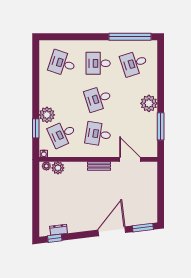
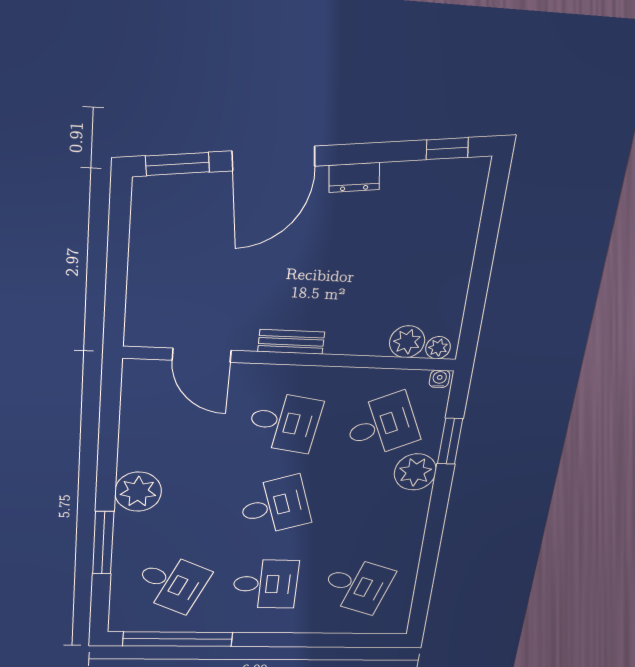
desk: (134, 63) -> (172, 583), turned 42
window: (161, 126) -> (103, 543), moved
dresser: (59, 230) -> (354, 177), moved

